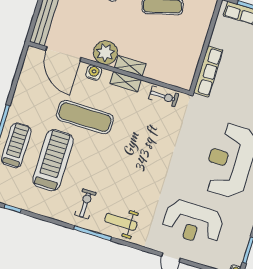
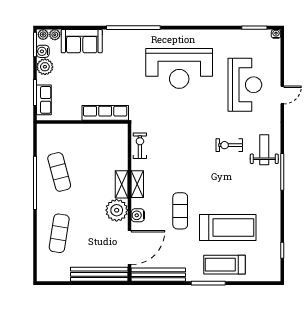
bench: (27, 75) -> (158, 275), added
exercise mat: (85, 117) -> (180, 211), width x0.73, depth x0.69
treadmill: (53, 160) -> (228, 228), turned 180
exercise bike: (85, 204) -> (229, 145), moved
weight bench: (121, 222) -> (264, 150), turned 180

